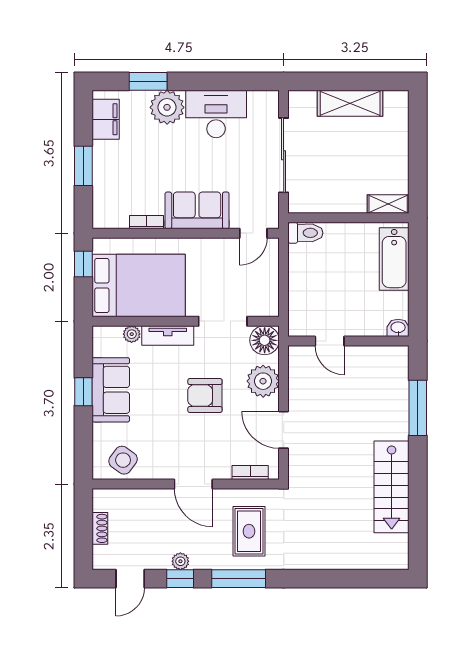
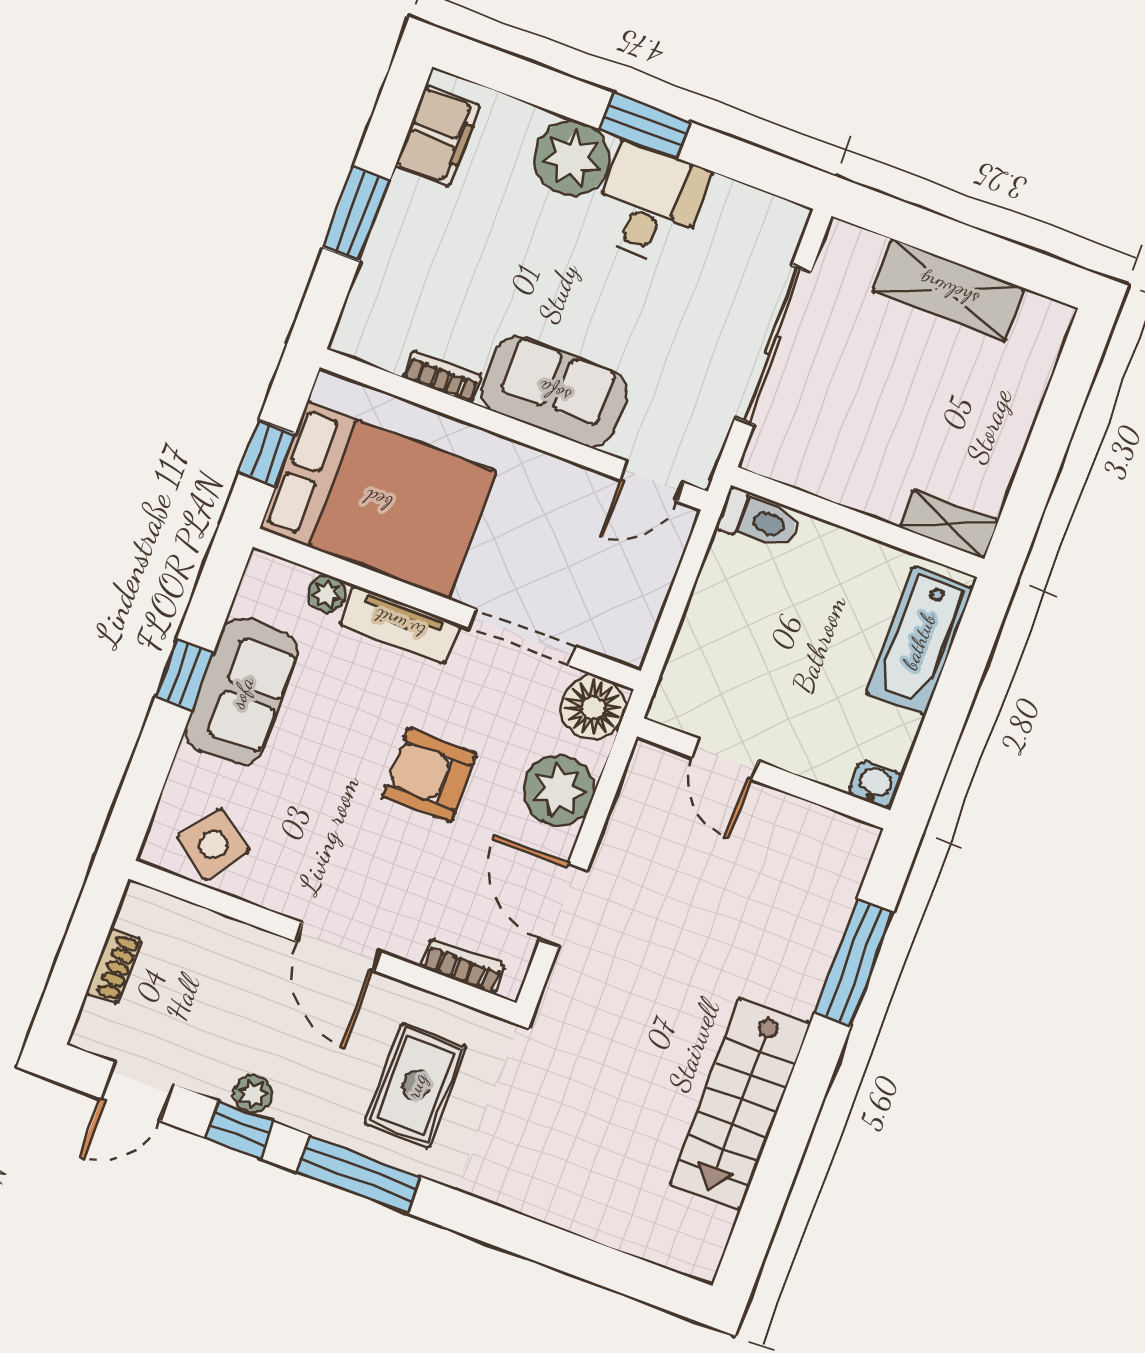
window: (148, 81) -> (646, 126), moved
desk: (216, 114) -> (650, 203), width x0.73
window: (83, 264) -> (267, 453), moved

